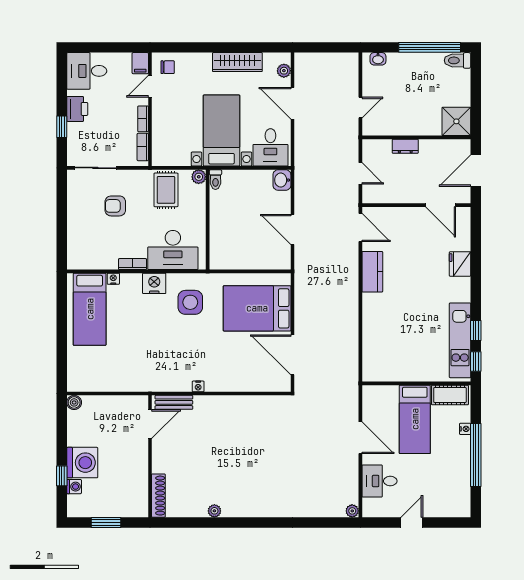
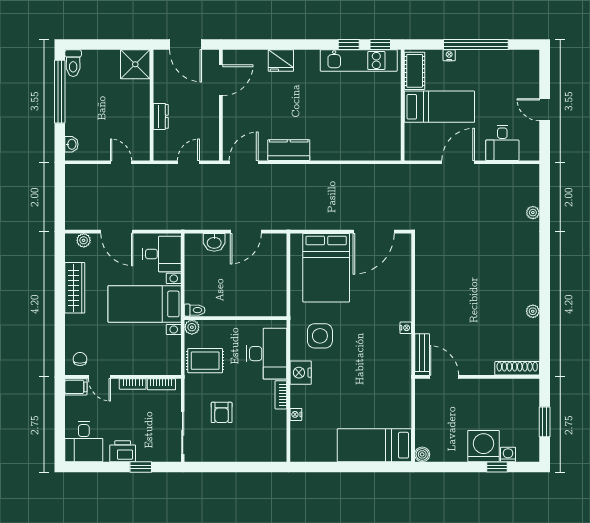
door: (292, 103) -> (117, 232), hinge flipped
washbasin: (282, 180) -> (214, 242), moved
bed: (90, 309) -> (374, 445), moved, turned 180
plant: (352, 511) -> (533, 213), moved

